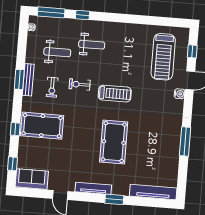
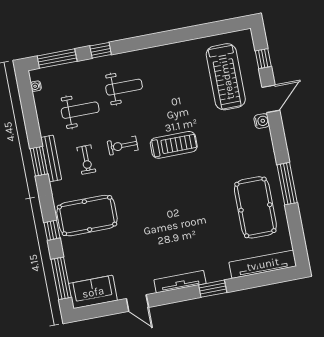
pool table: (114, 142) -> (255, 207), moved
window: (13, 164) -> (61, 278), width x2.17

